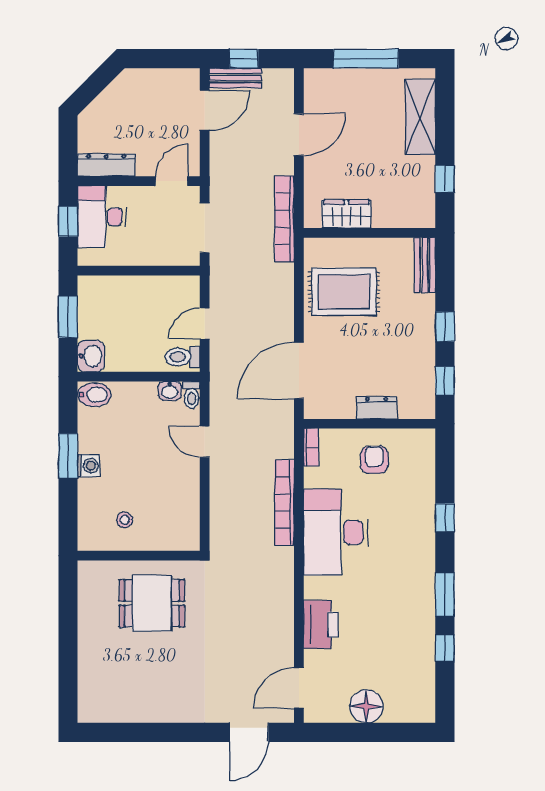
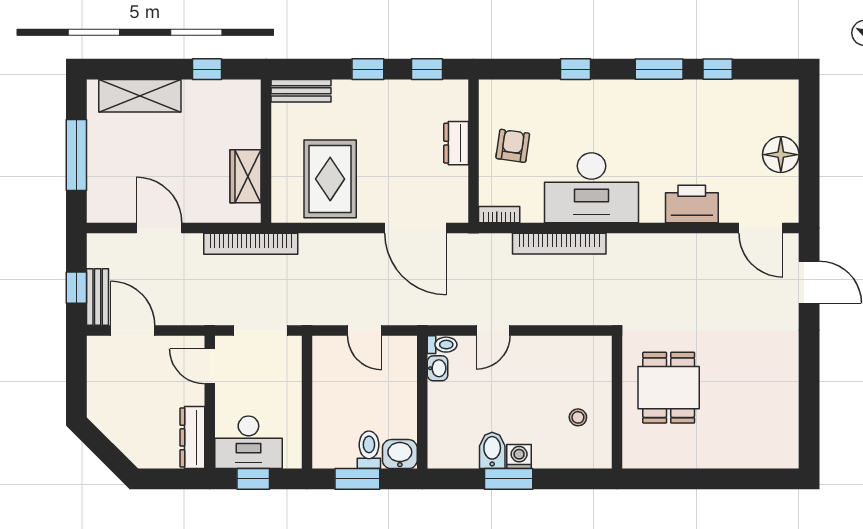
toilet: (182, 357) -> (369, 450), moved, turned 180
bidet: (94, 395) -> (492, 450), moved
armchair: (374, 460) -> (513, 146), turned 99

